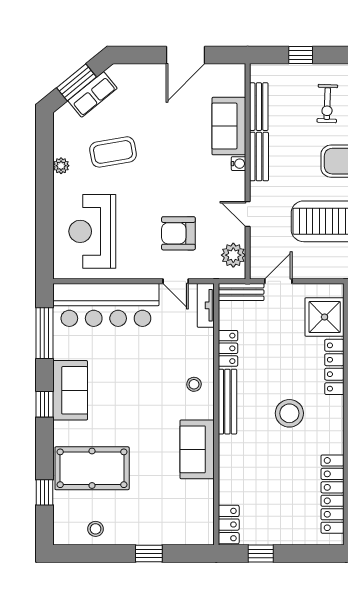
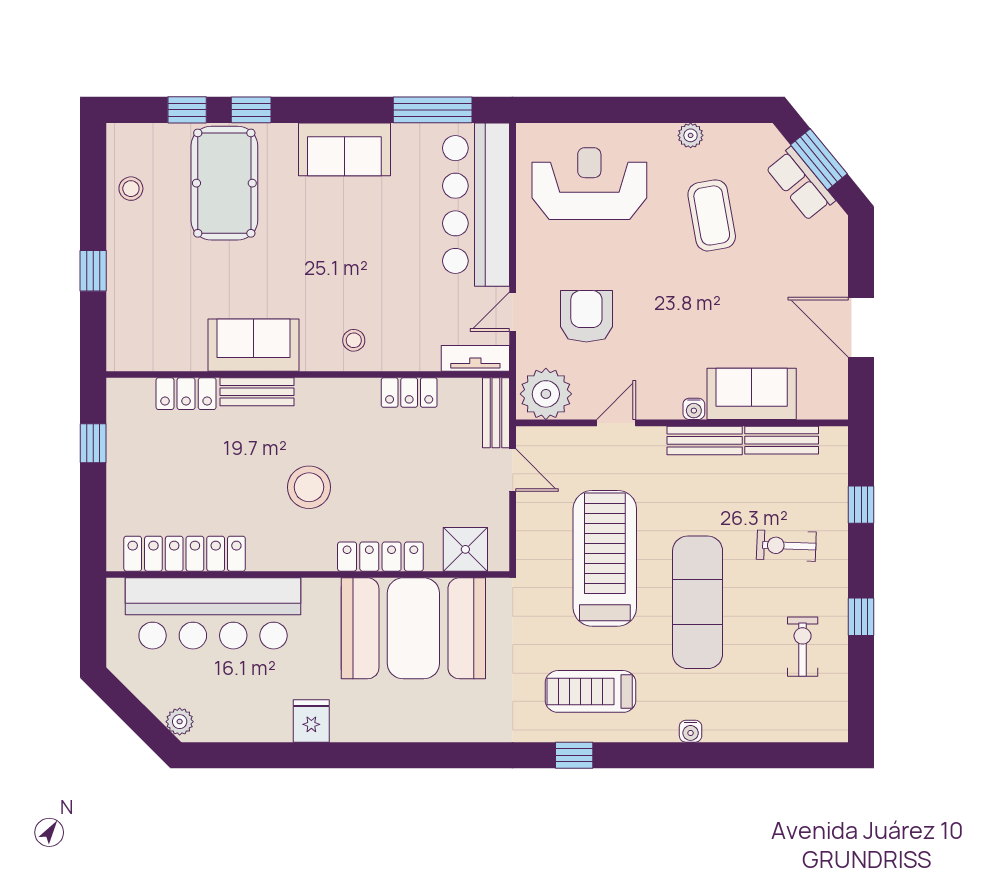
plant: (233, 255) -> (546, 394), width x1.36, depth x1.36
shower: (325, 317) -> (465, 549), width x0.73, depth x0.73
bench: (227, 402) -> (257, 392), moved, width x0.73
window: (44, 404) -> (251, 110), moved
locker: (229, 525) -> (186, 394), moved

